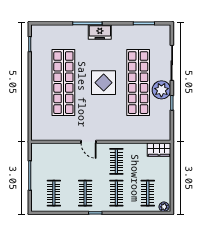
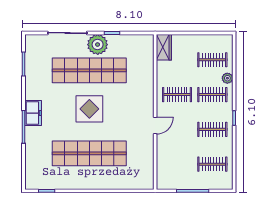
plant: (164, 207) -> (227, 78), moved

